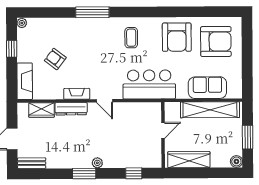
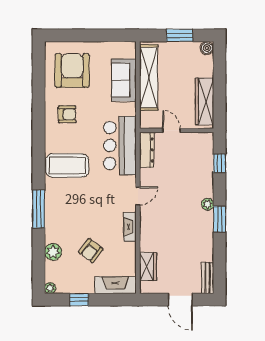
plant: (54, 25) -> (53, 252), added
armchair: (177, 37) -> (67, 114), width x0.53, depth x0.53
coffee table: (131, 38) -> (67, 165), width x1.86, depth x1.72
dresser: (71, 109) -> (147, 150), moved

